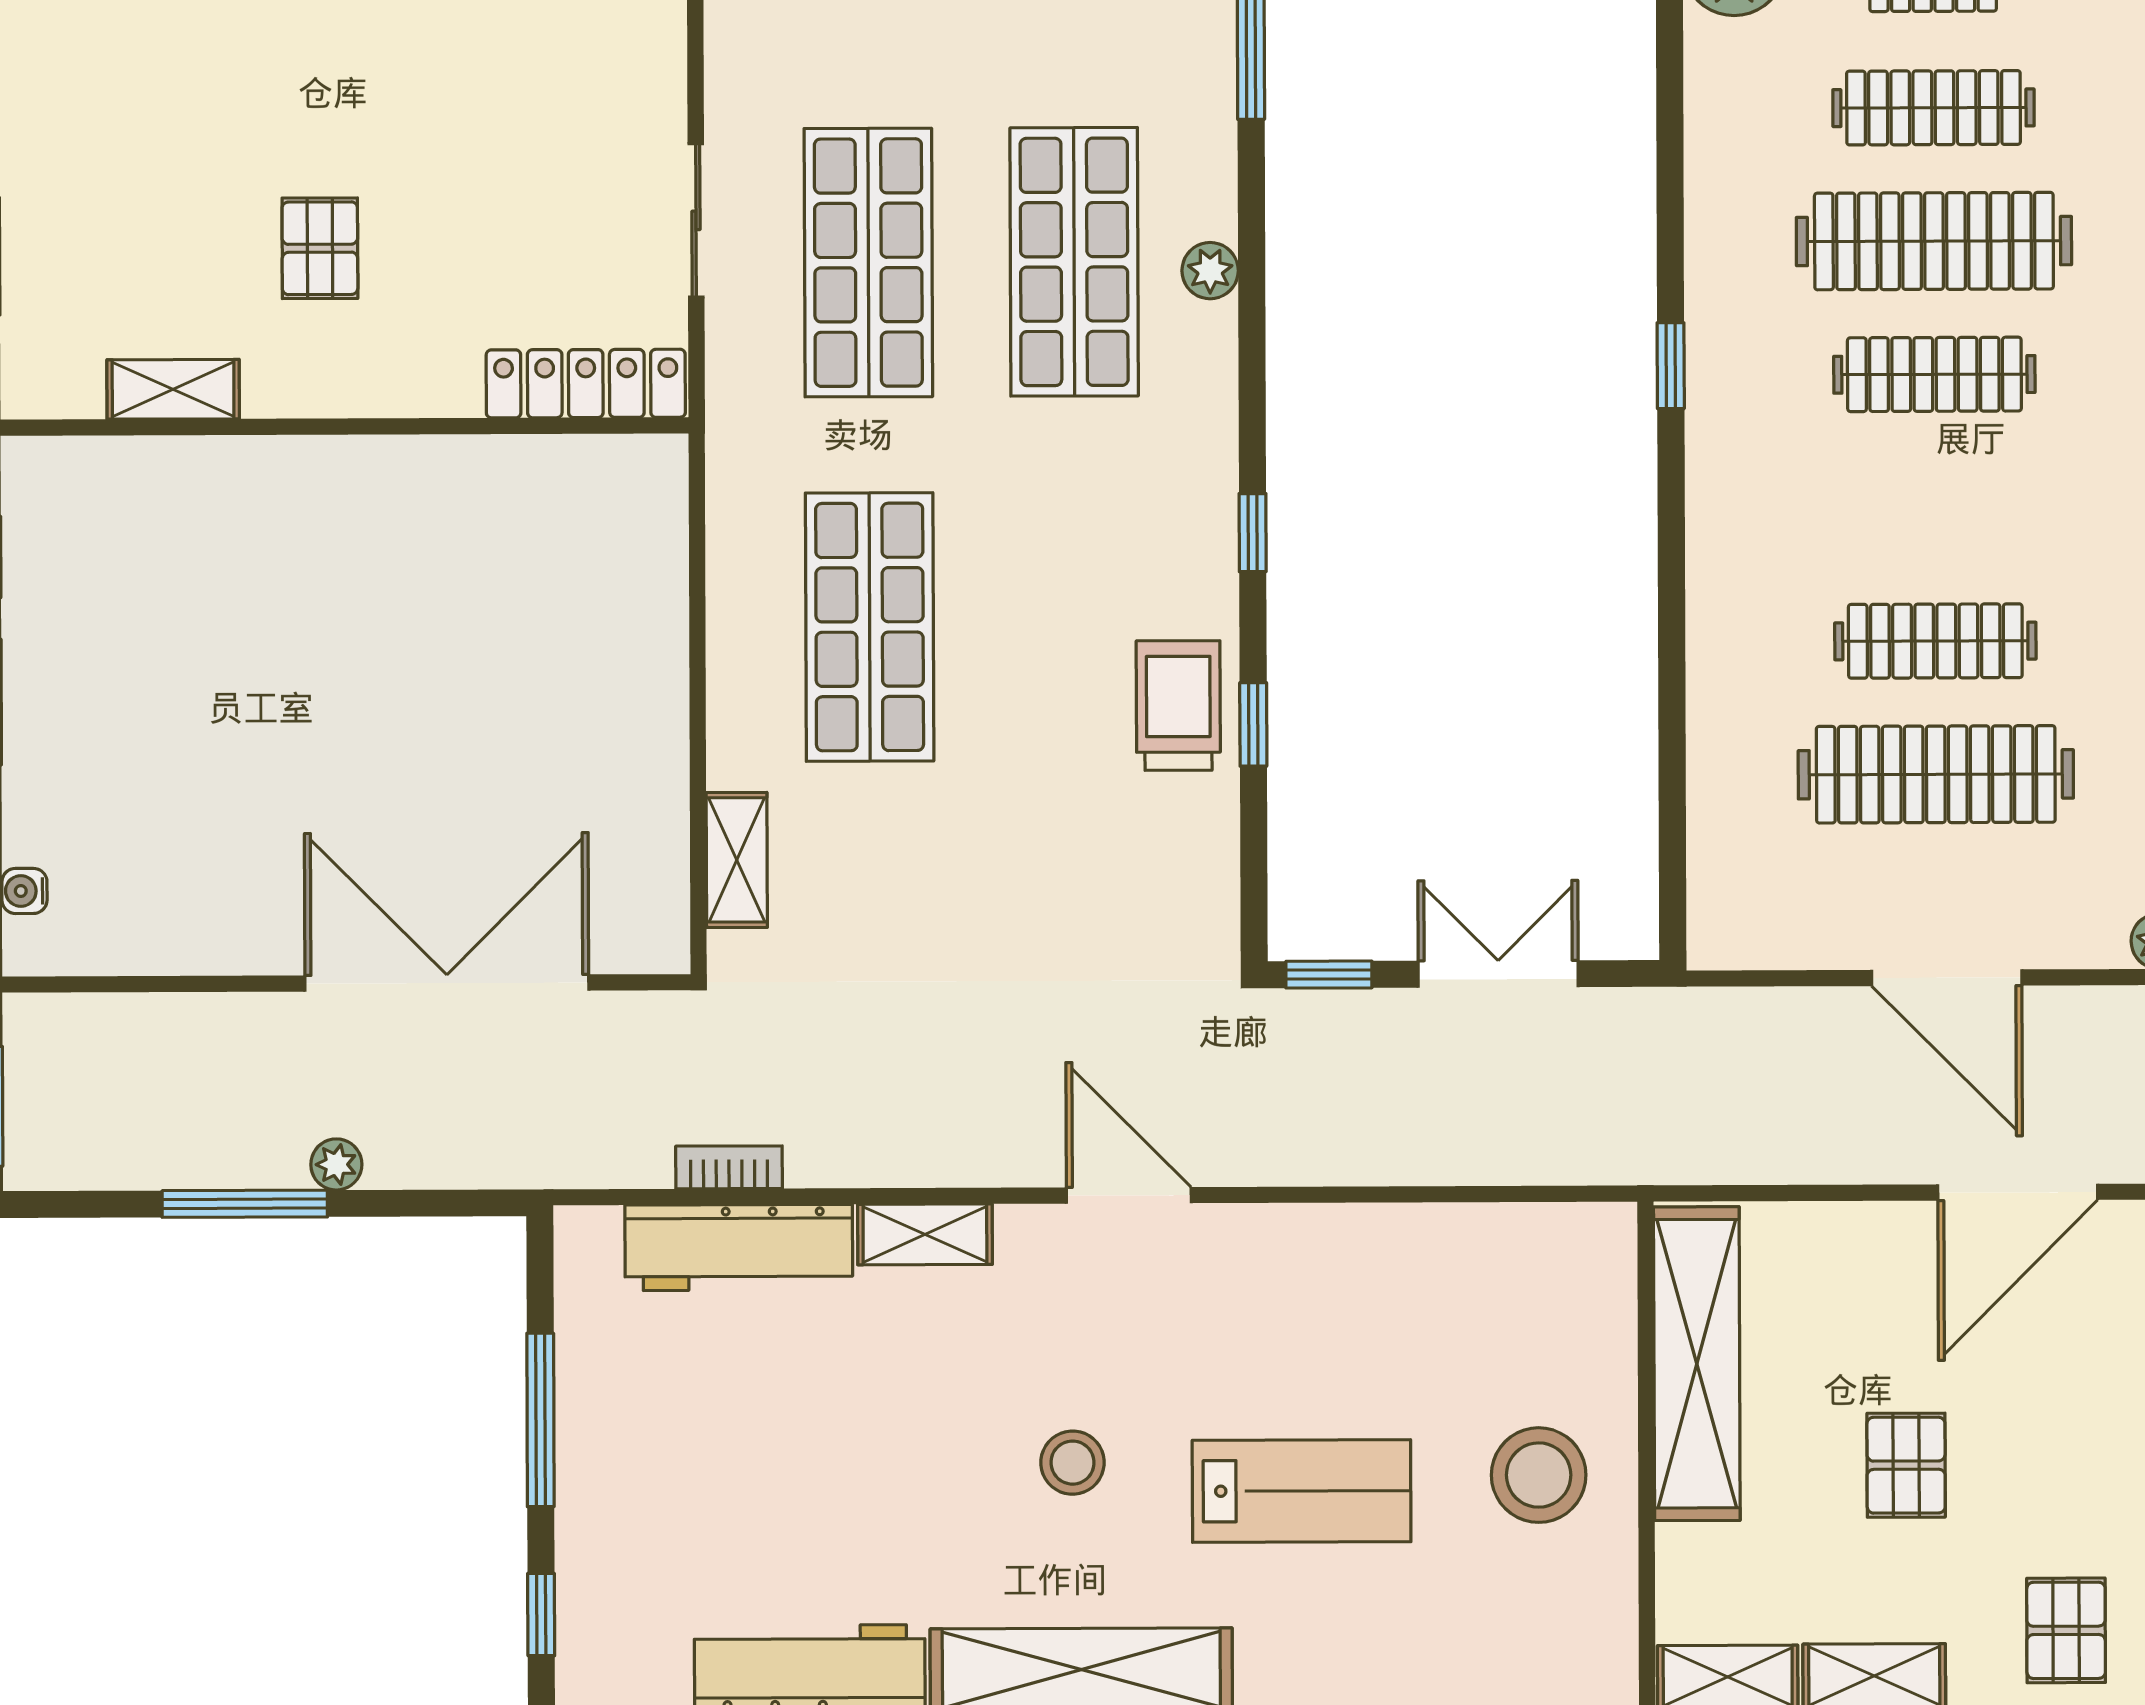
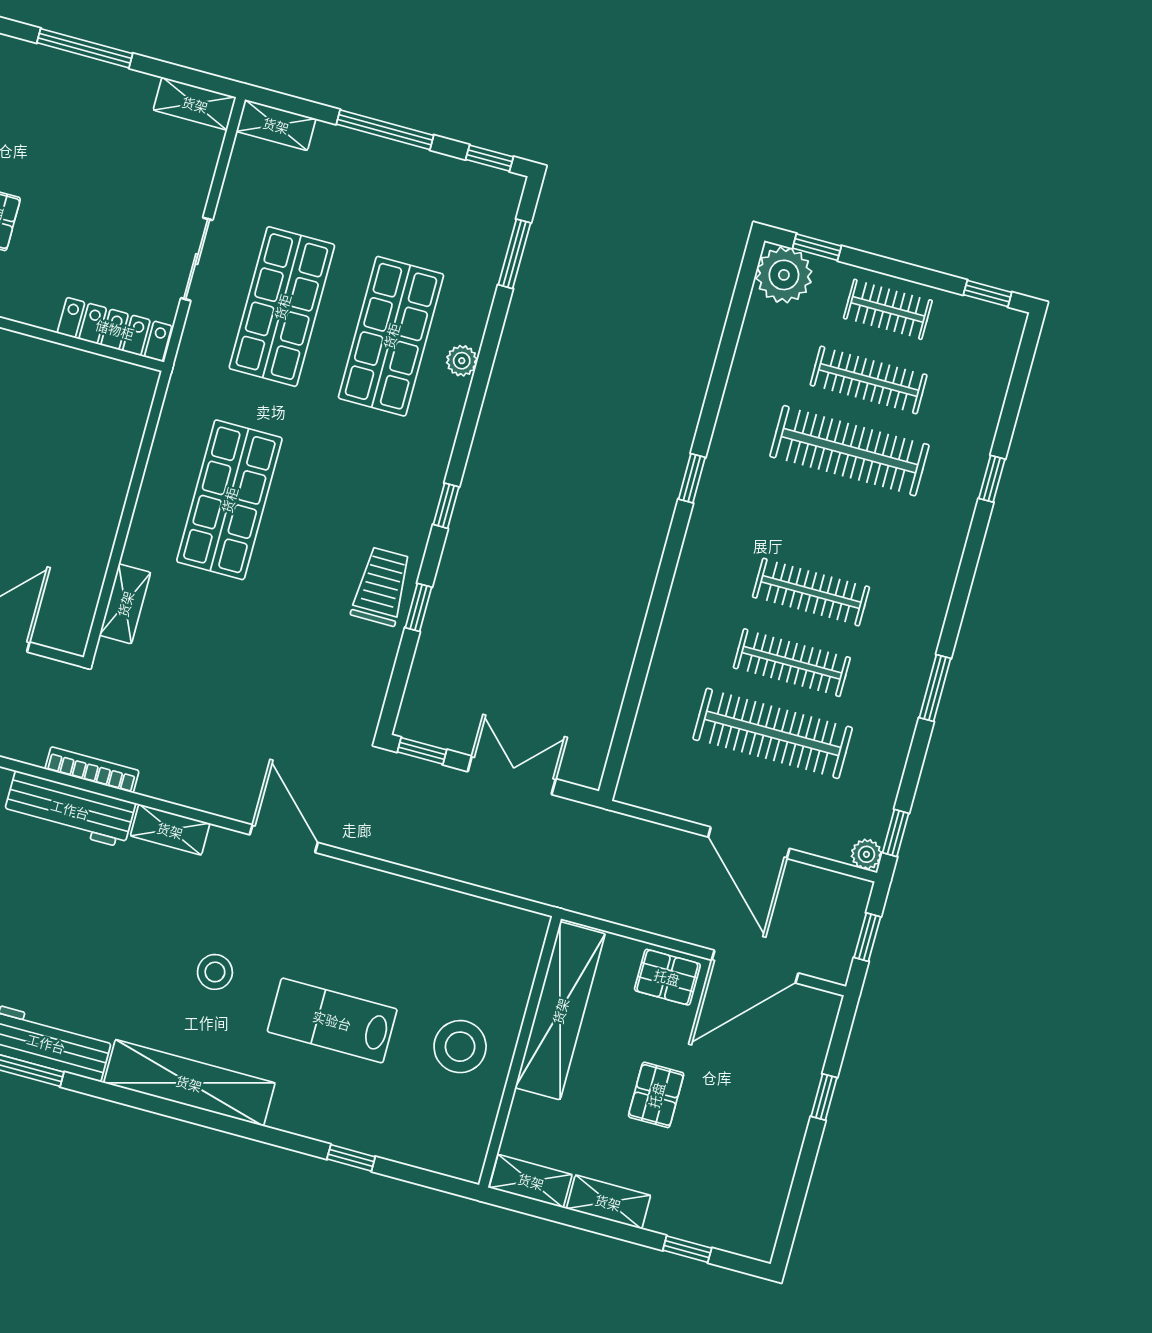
clothes rail: (1934, 374) -> (811, 592), moved
bookcase: (729, 1167) -> (92, 770), width x1.56
lab bench: (1302, 1491) -> (332, 1020), turned 180
pallet: (2066, 1630) -> (667, 977), moved, turned 90

